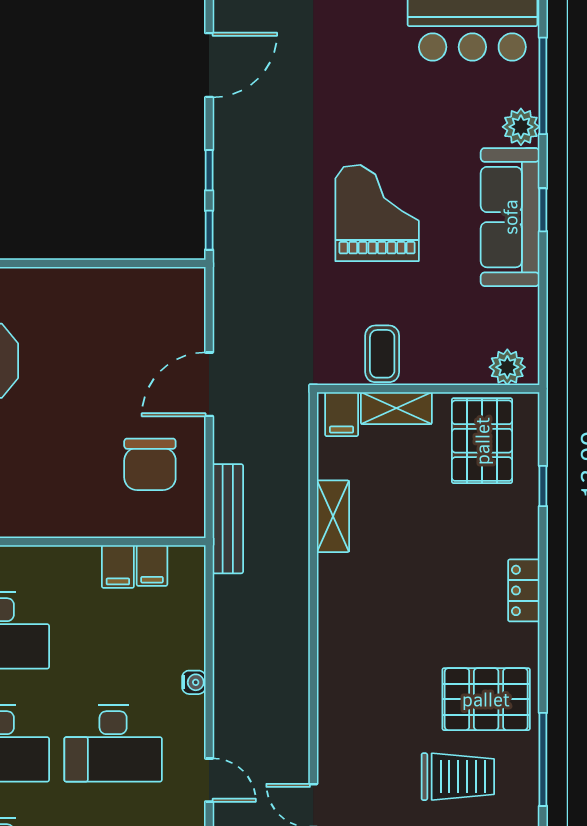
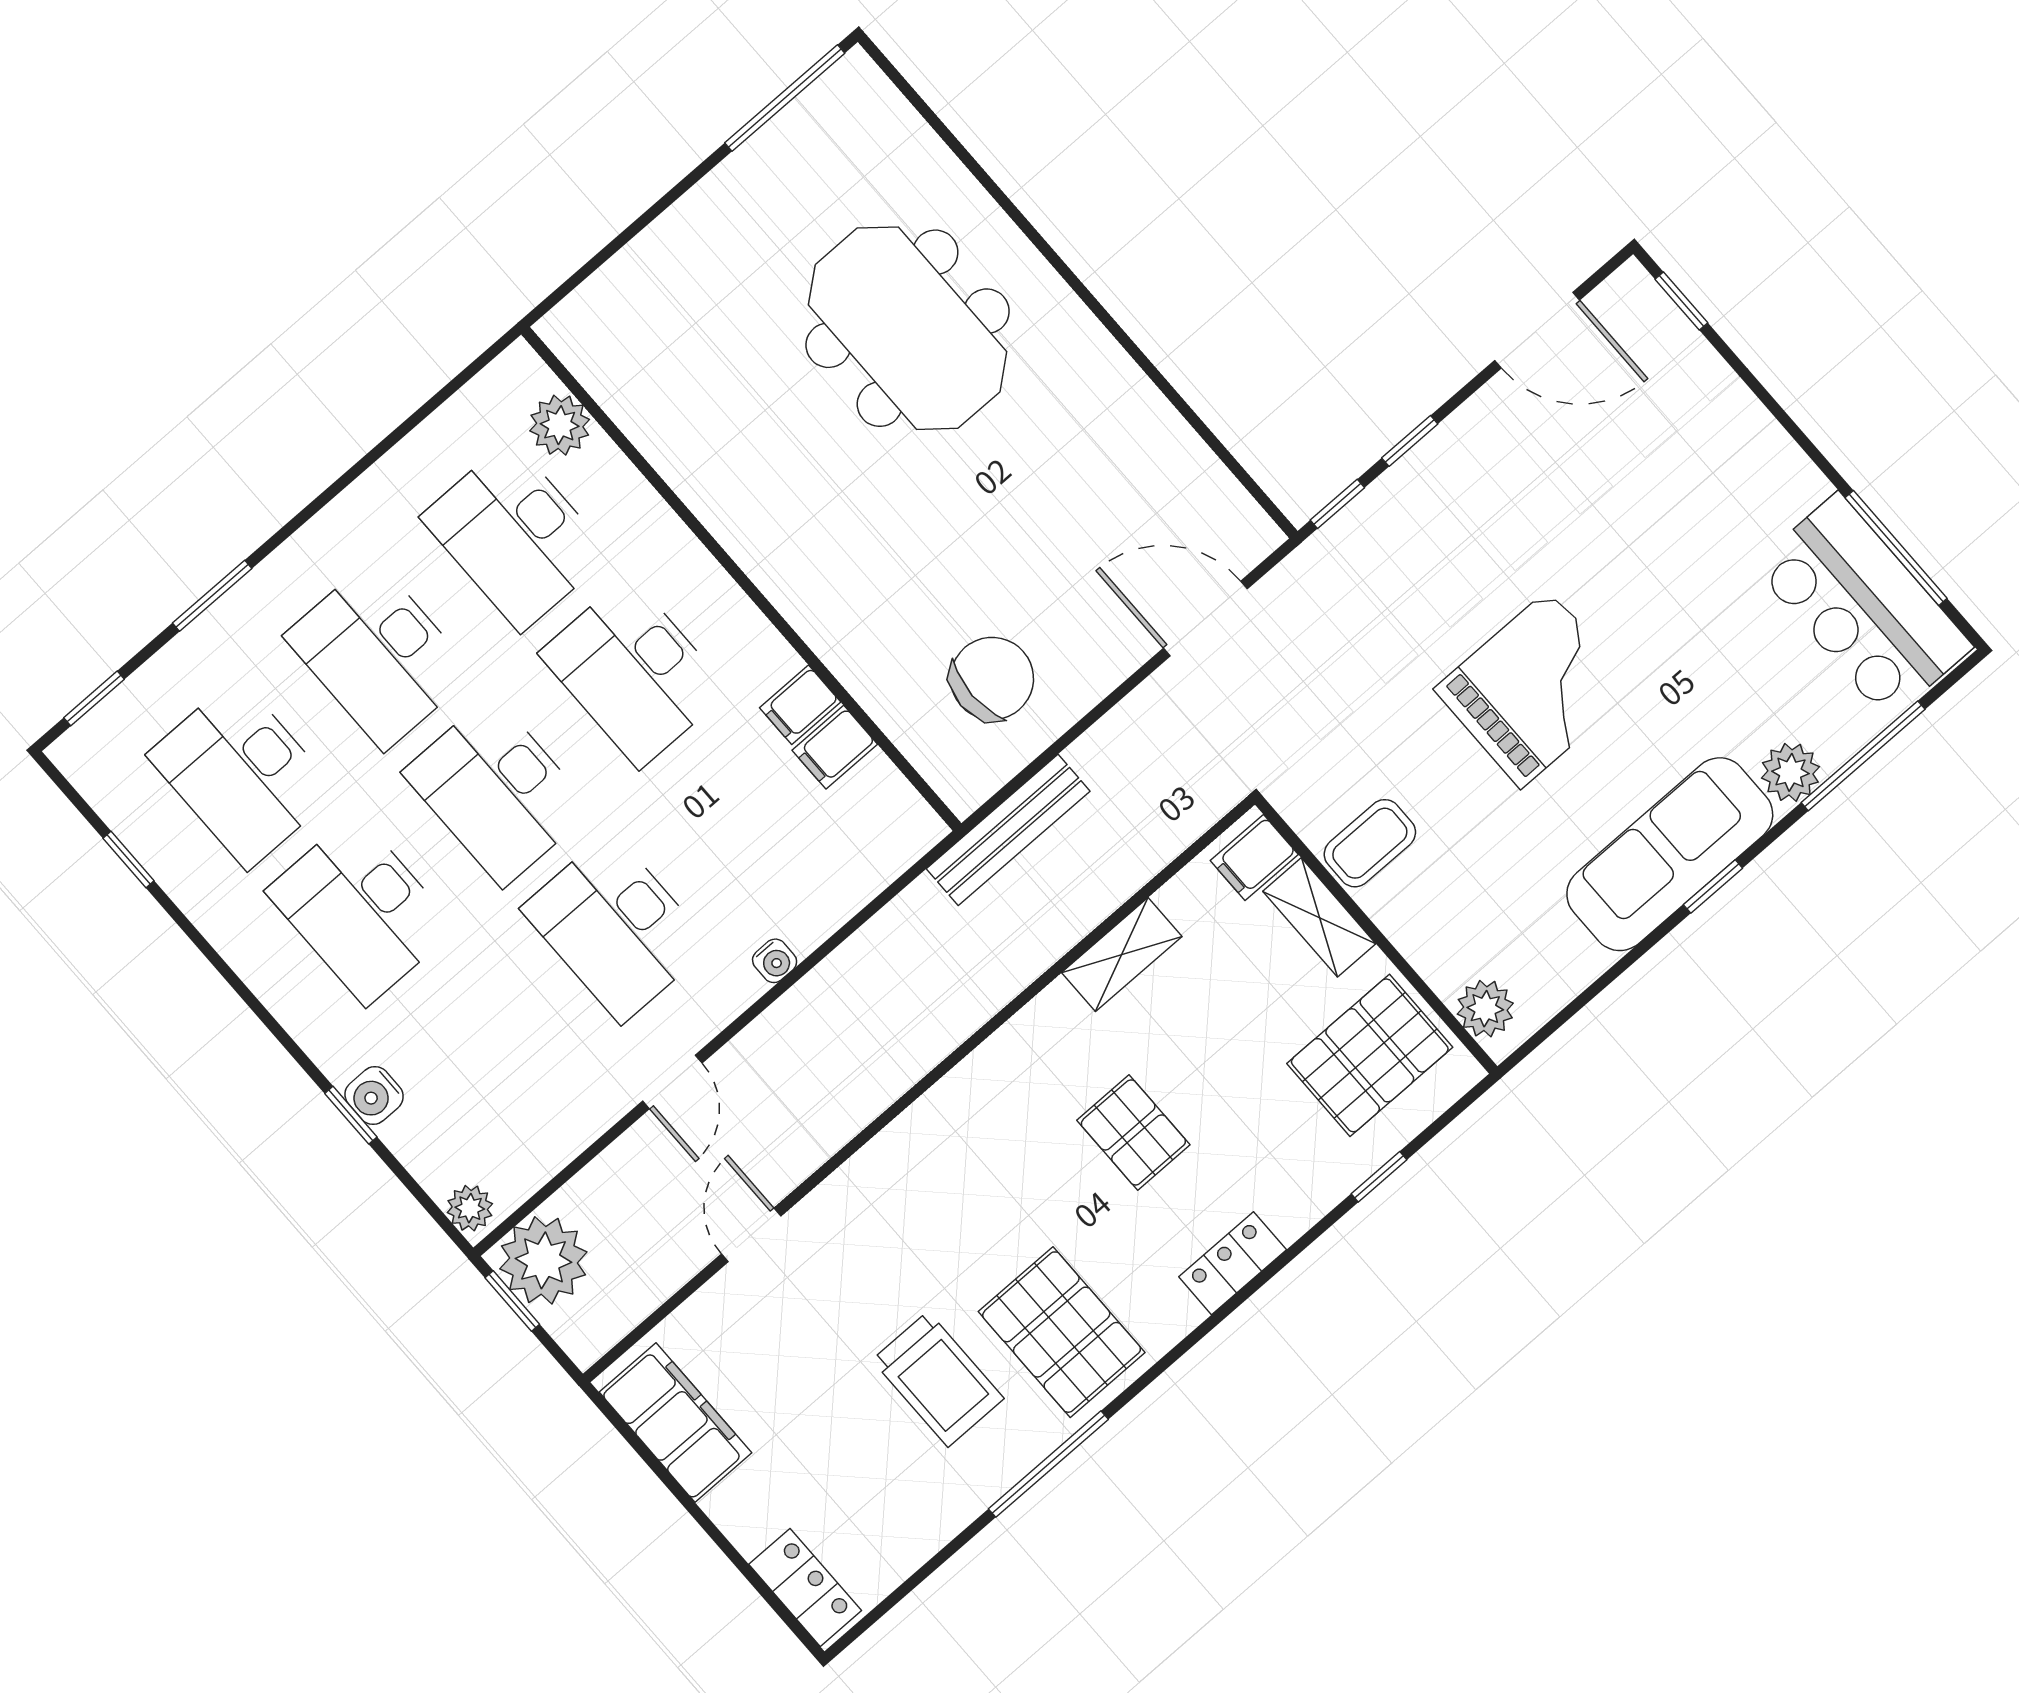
door: (209, 384) -> (1205, 619), moved
chair: (150, 464) -> (992, 679), turned 180
filing cabinet: (152, 565) -> (800, 705), moved
pallet: (422, 584) -> (1133, 1132), added

